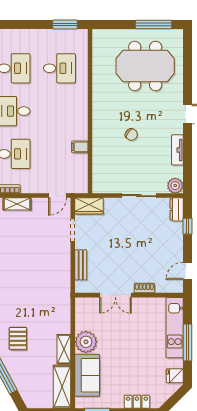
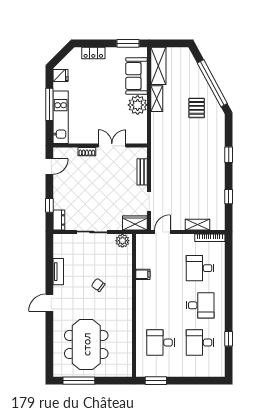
meeting table: (145, 66) -> (86, 344), turned 90
plant: (175, 186) -> (122, 241), moved

